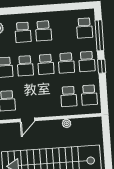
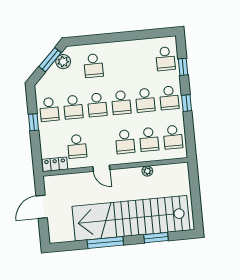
school desk: (43, 31) -> (125, 142), moved
window: (99, 35) -> (183, 67), width x0.46
door: (27, 120) -> (101, 168), hinge flipped

